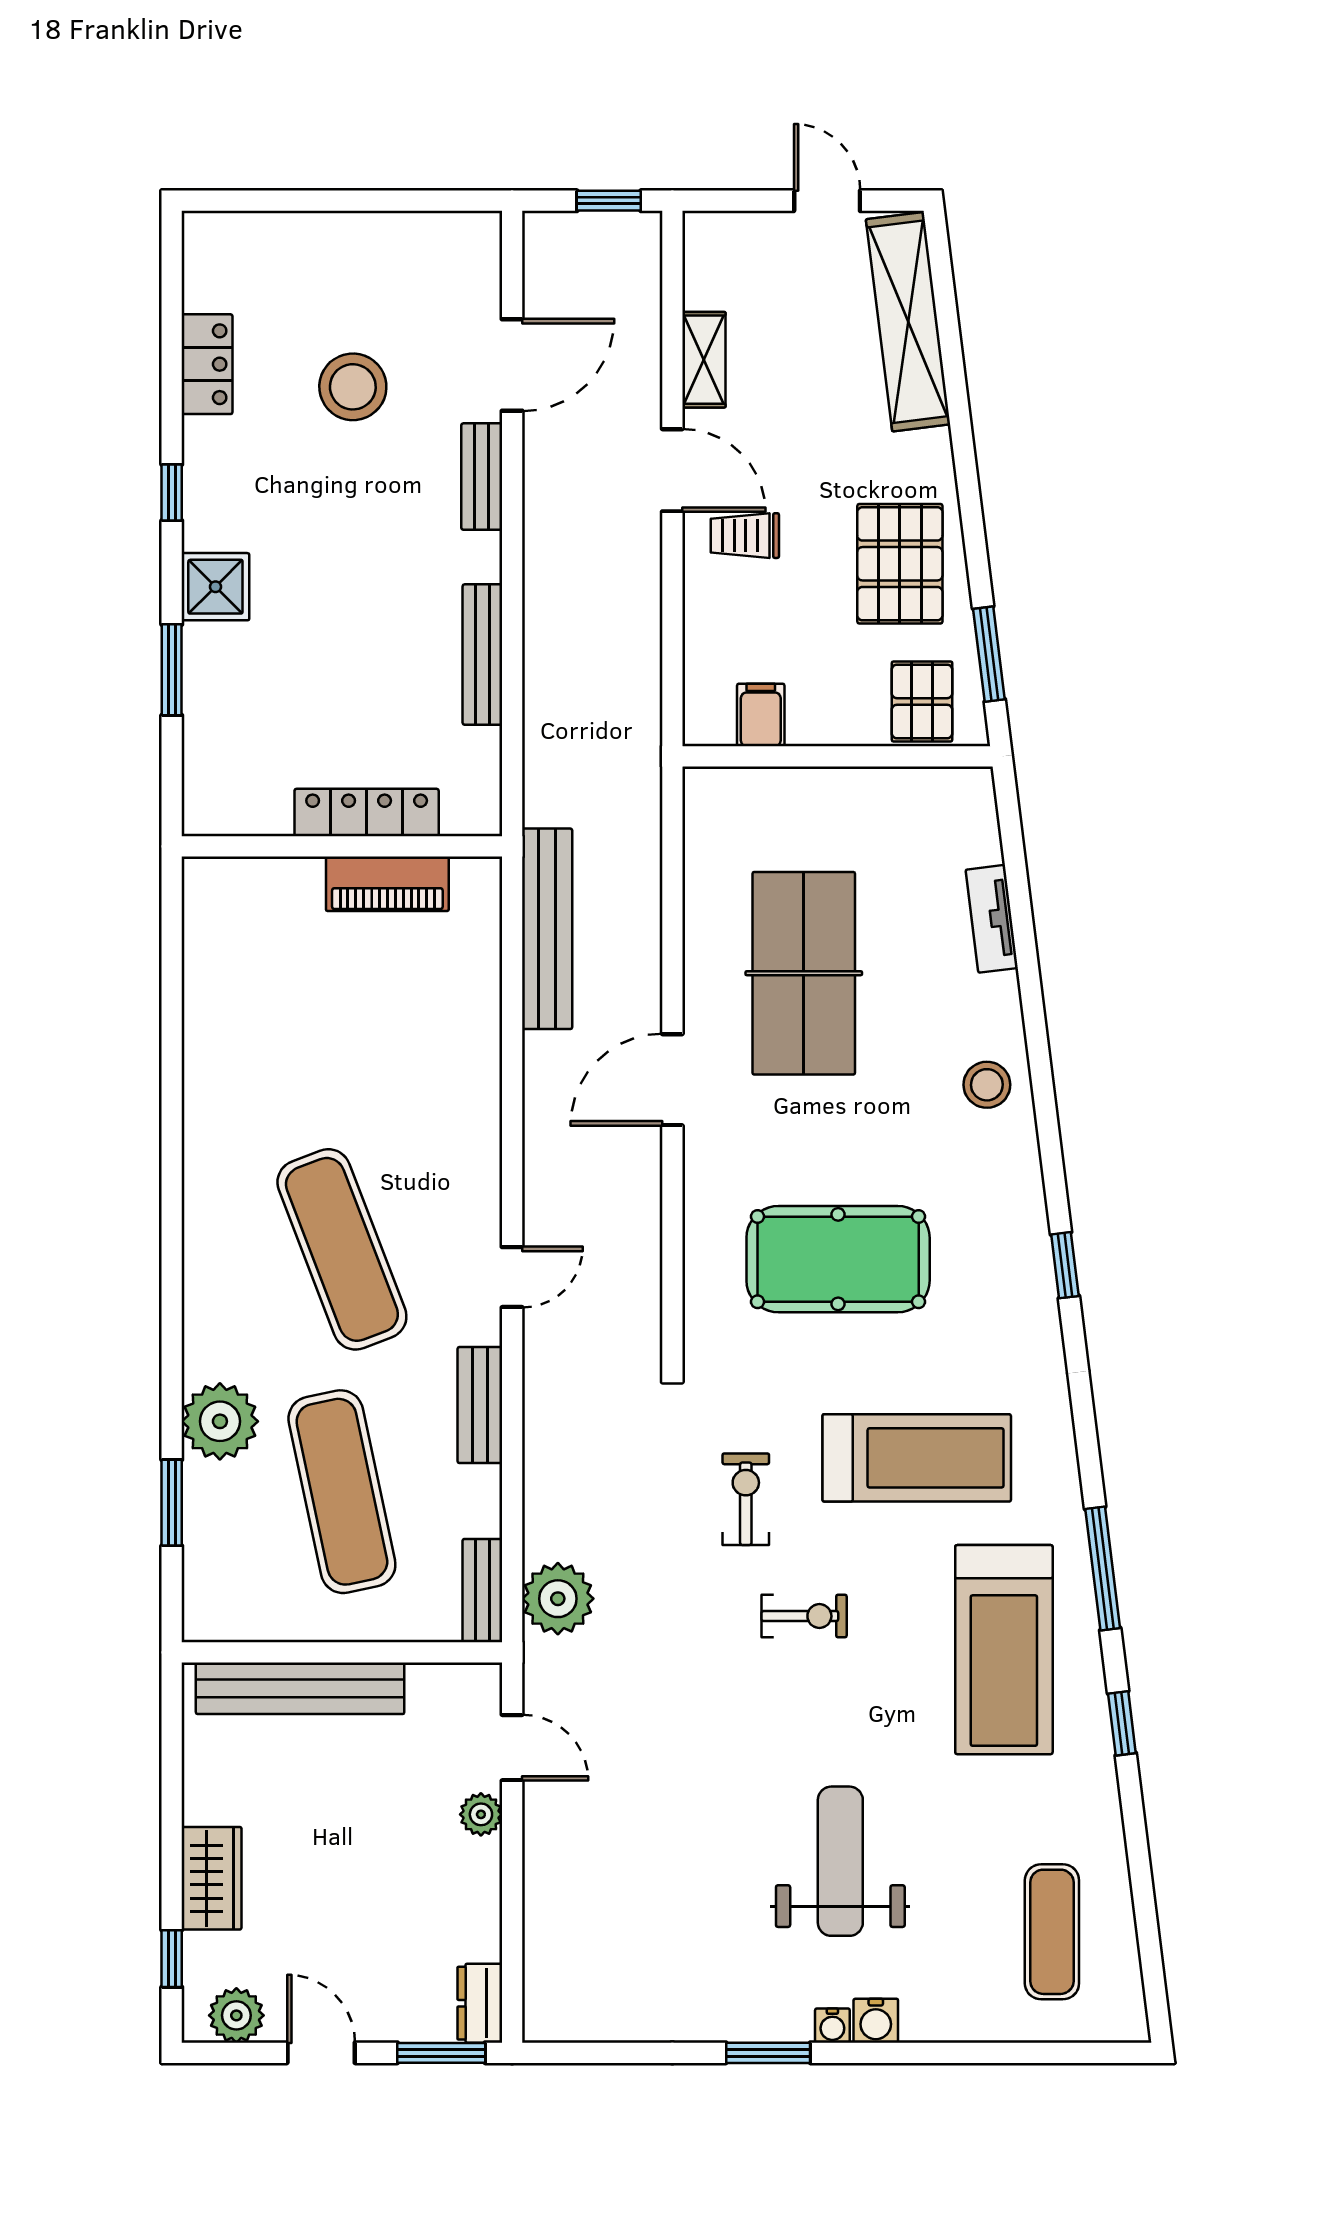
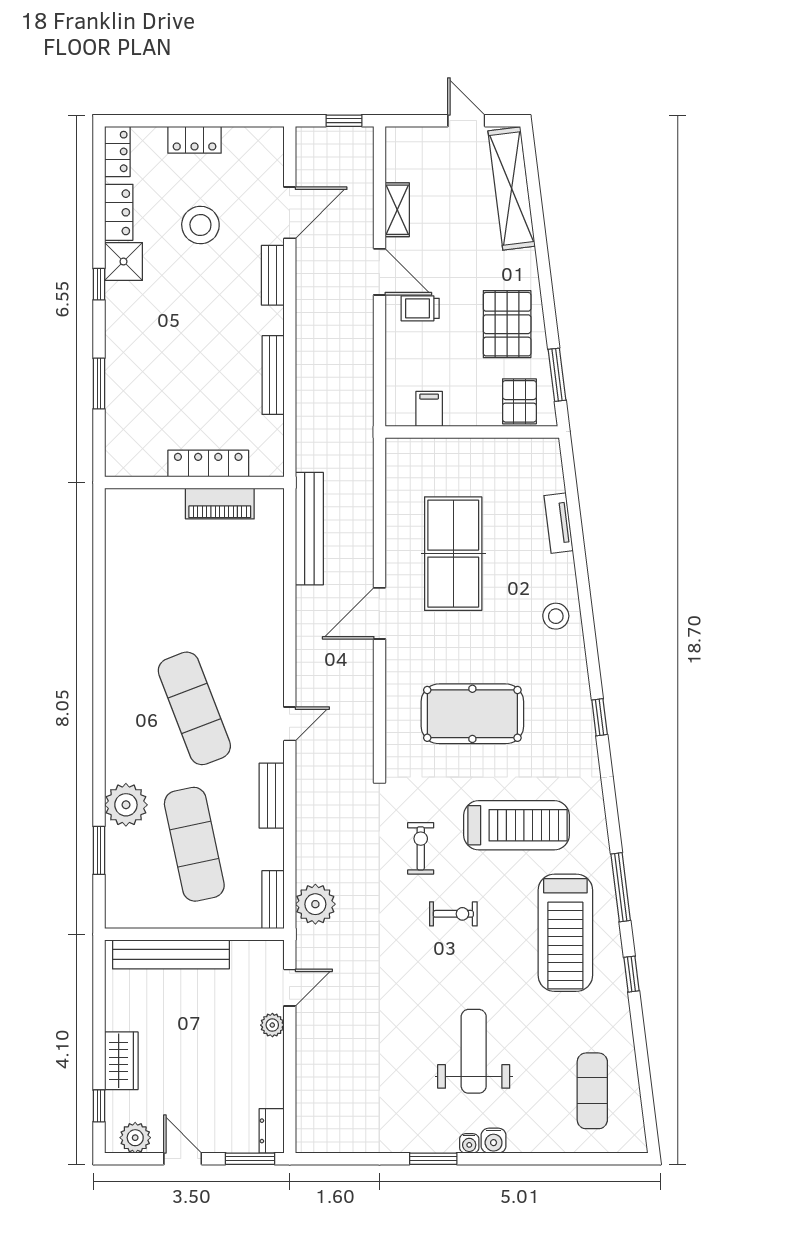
locker: (342, 235) -> (195, 140), added
locker: (204, 256) -> (117, 151), added
shower: (215, 587) -> (123, 262), moved
door: (512, 1748) -> (290, 988), hinge flipped

